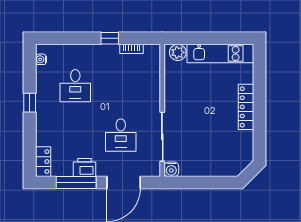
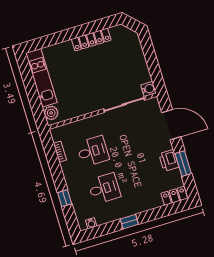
window: (110, 38) -> (65, 198), moved
locker: (246, 107) -> (91, 40), moved
desk: (121, 135) -> (93, 151), moved
window: (76, 182) -> (183, 164), width x0.69

